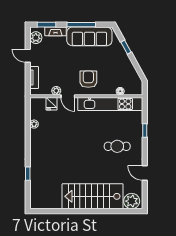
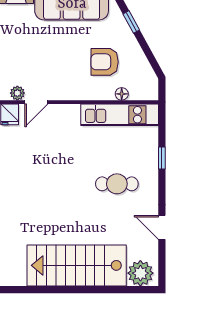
armchair: (88, 79) -> (105, 62), moved, turned -90
door: (68, 96) -> (36, 102), hinge flipped
kitchen unit: (110, 104) -> (120, 115), width x0.73

